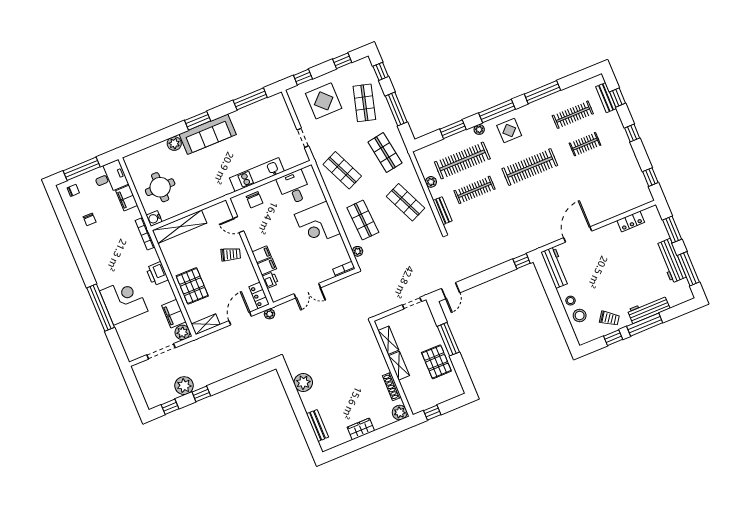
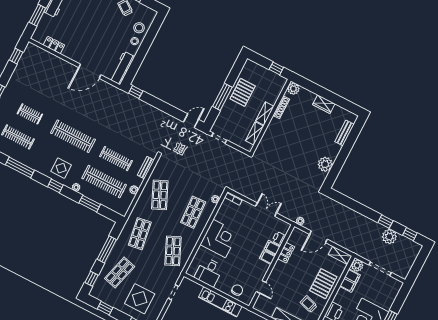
window: (497, 111) -> (55, 186), width x0.46
trolley: (231, 254) -> (309, 304), moved
locker: (259, 295) -> (286, 253), moved

